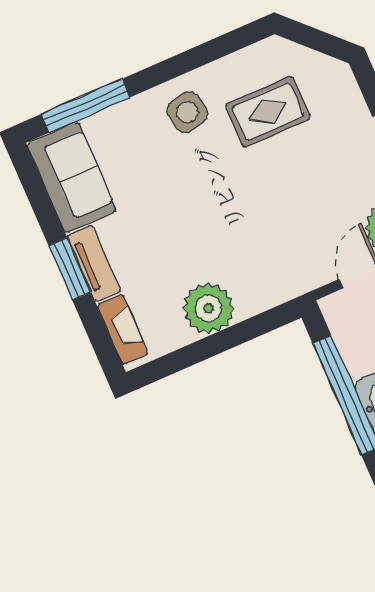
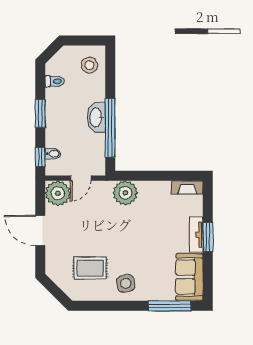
plant: (209, 308) -> (125, 193), moved
fireplace: (123, 329) -> (187, 187), moved, turned -90

